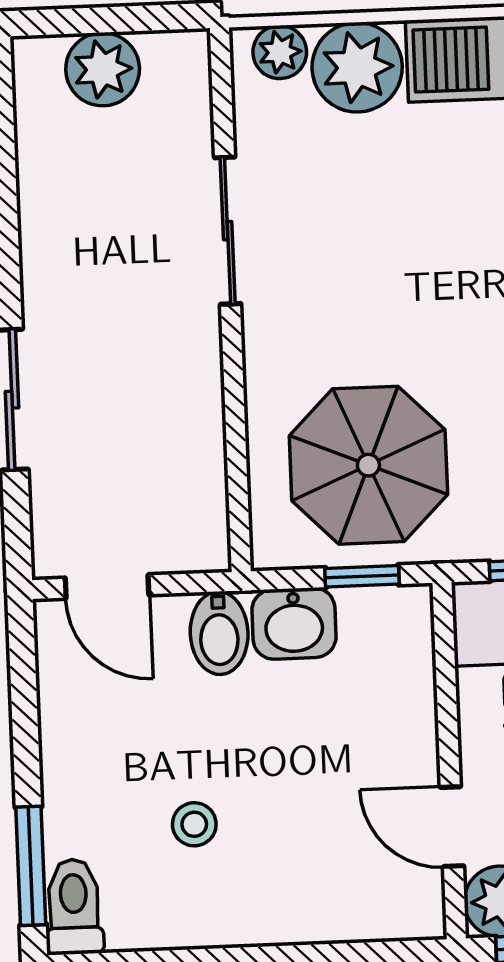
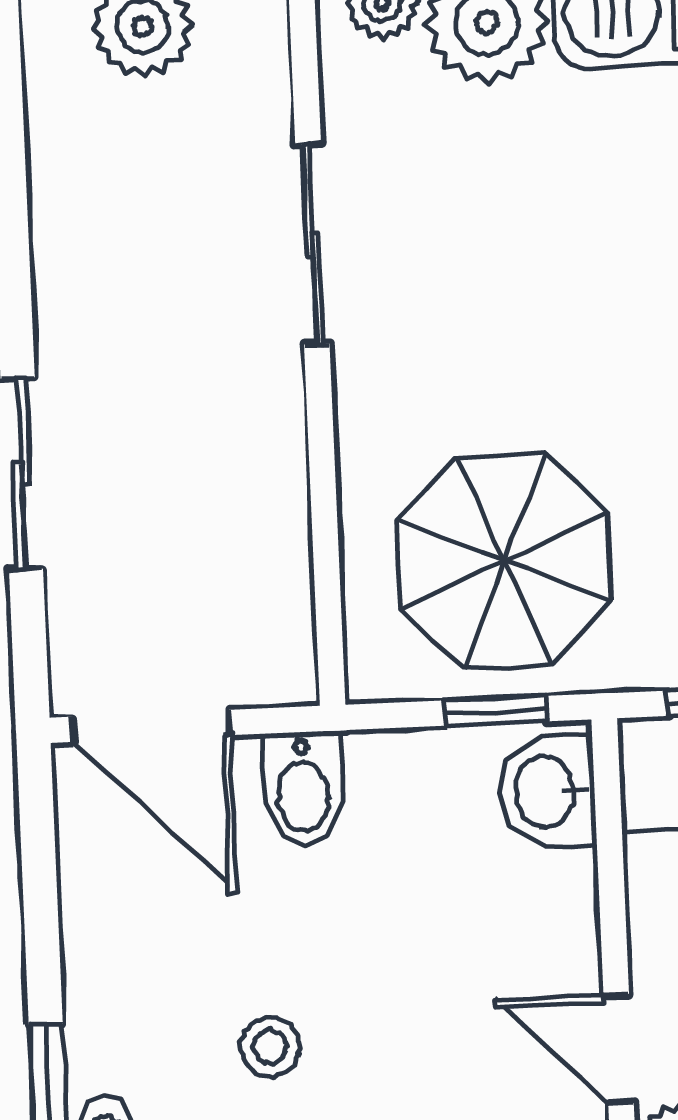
door: (107, 586) -> (151, 726), width x1.38
washbasin: (294, 623) -> (547, 792), moved, turned 90

